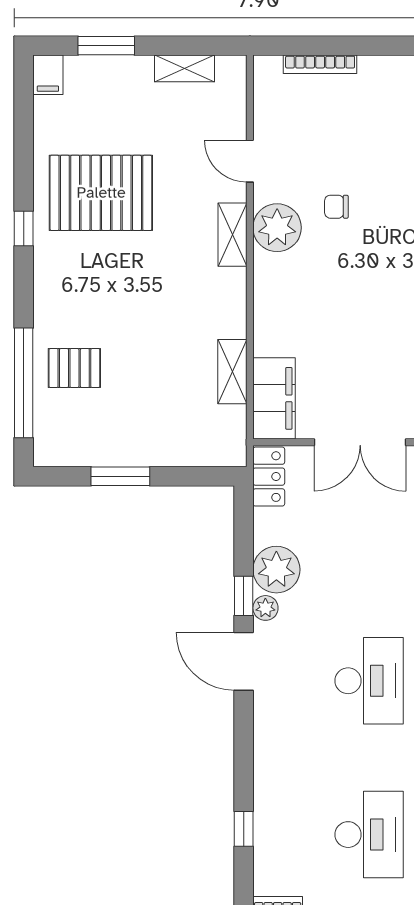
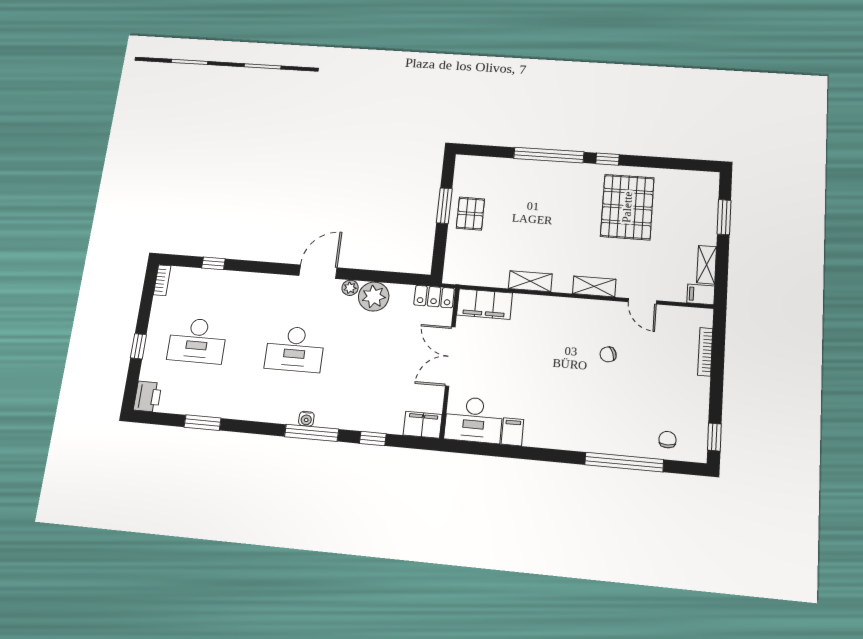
filing cabinet: (48, 75) -> (701, 294), moved
door: (250, 161) -> (642, 301), swing flipped
chair: (336, 207) -> (608, 354), turned -110
plant: (277, 228) -> (597, 315), removed
pallet: (74, 368) -> (470, 214), moved
shelving: (232, 372) -> (530, 281), moved
window: (24, 383) -> (549, 155), moved
window: (244, 596) -> (359, 275), removed

